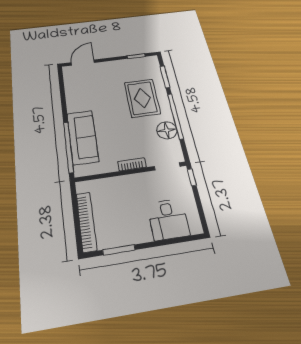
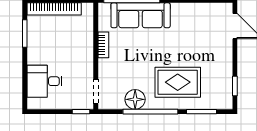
bookcase: (132, 164) -> (103, 45), moved

